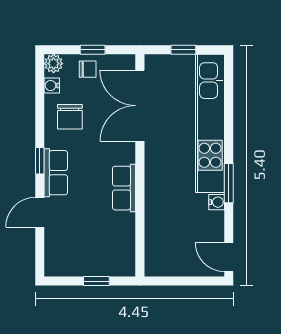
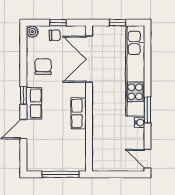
water cooler: (52, 85) -> (31, 46), removed
chair: (70, 117) -> (43, 67), turned 180
window: (96, 281) -> (61, 174), width x2.17

